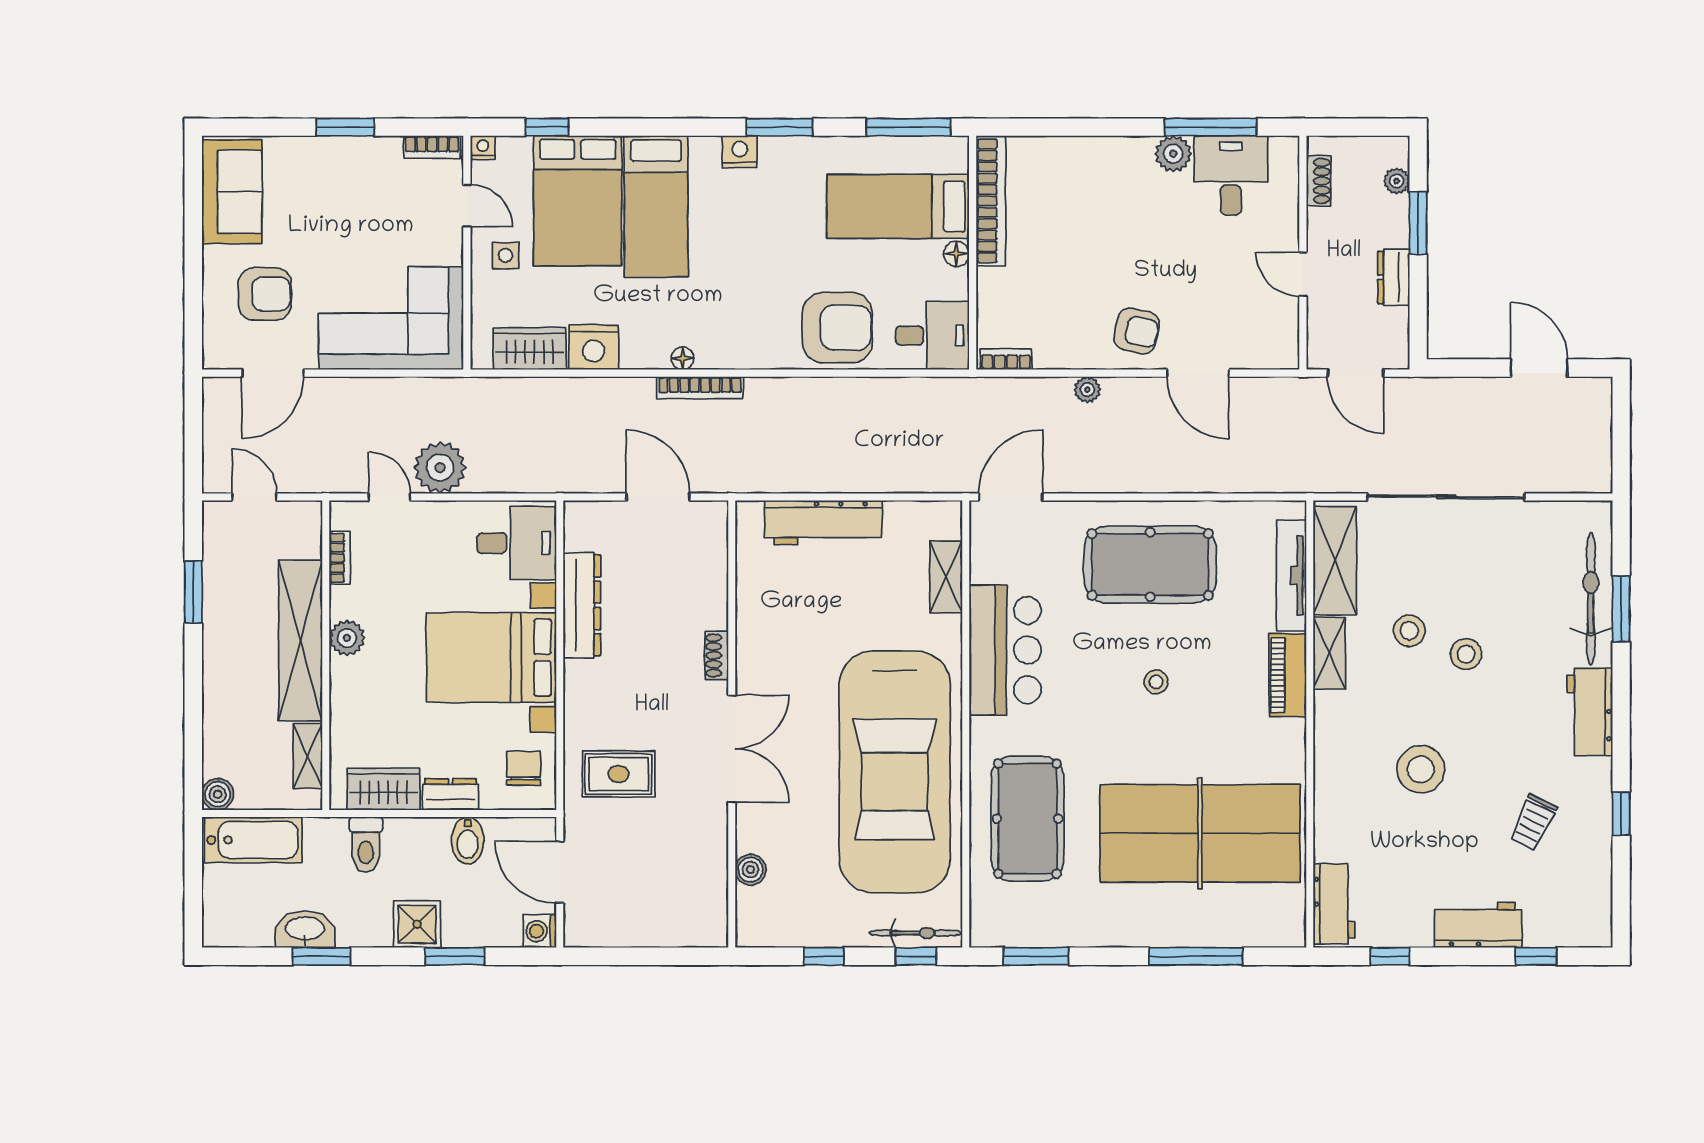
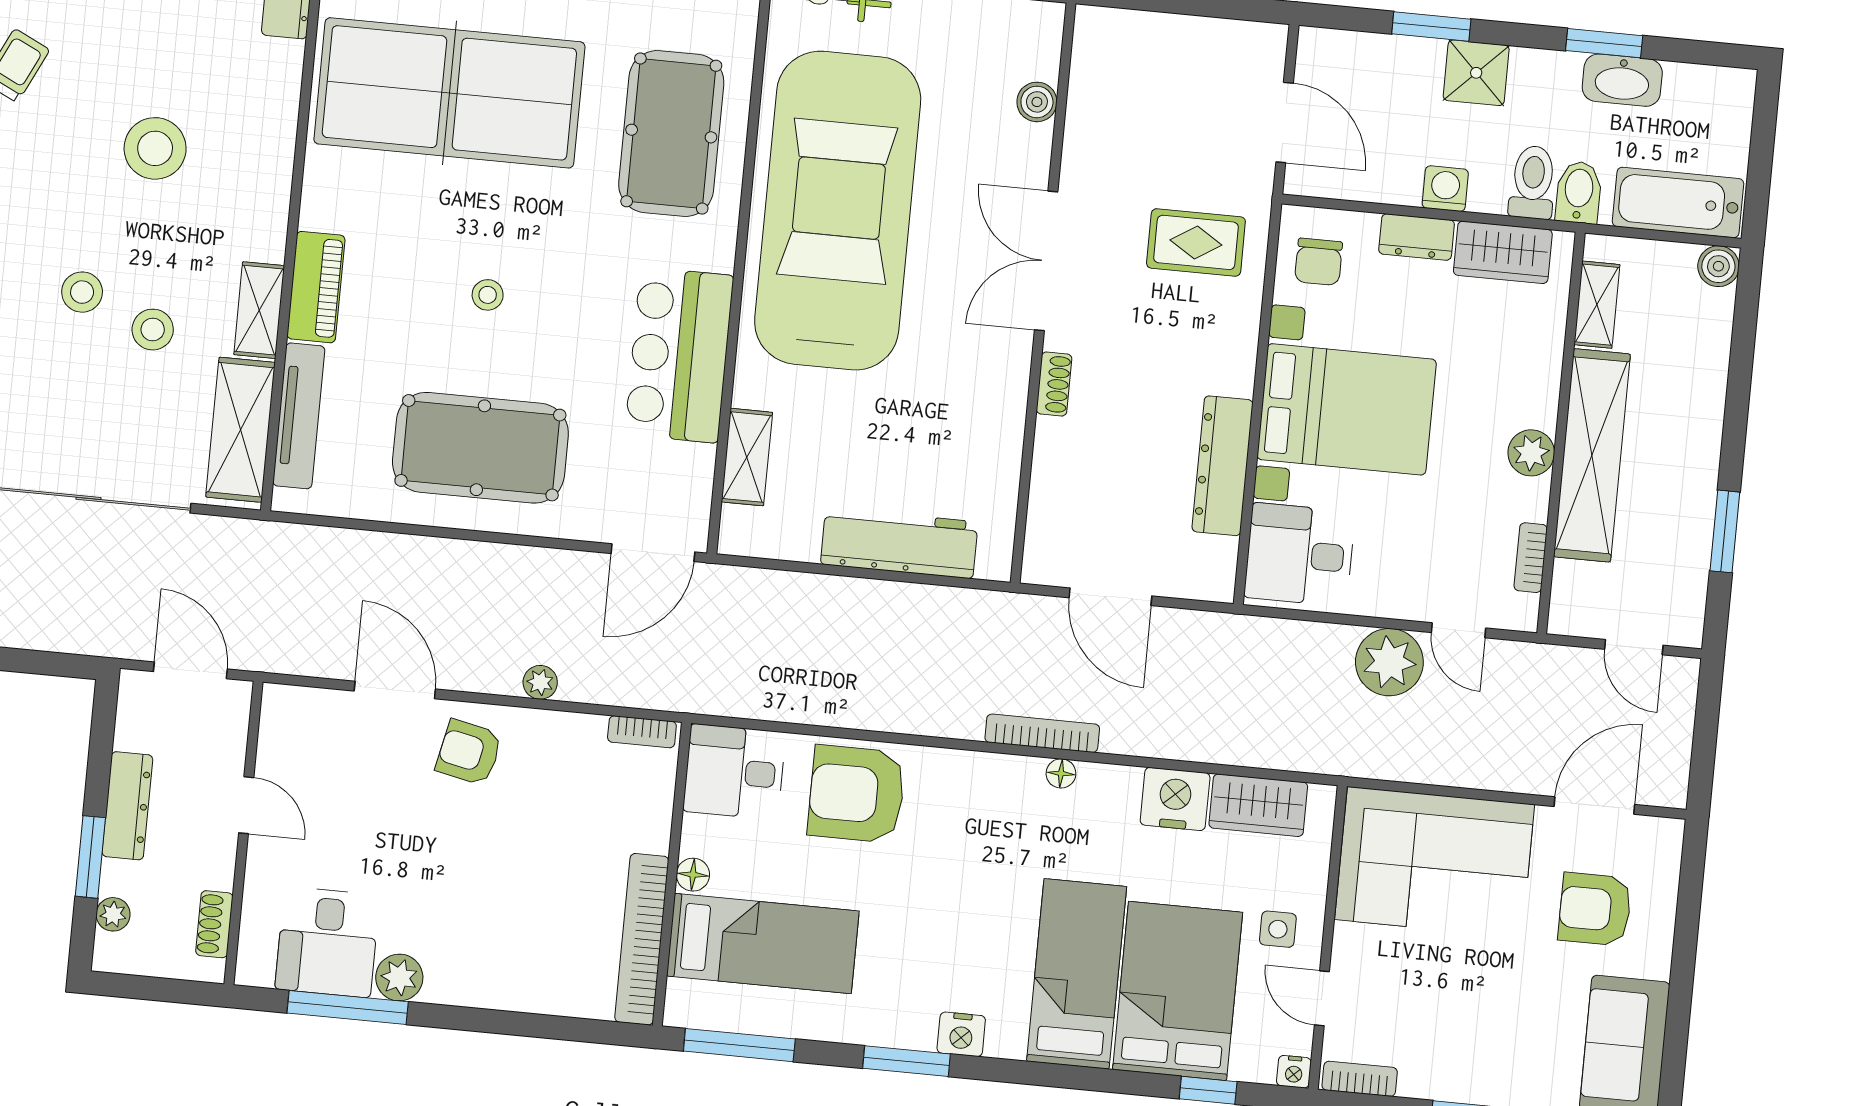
dresser: (1394, 277) -> (127, 806), width x1.44
bidet: (468, 840) -> (1579, 192), moved
washing machine: (540, 931) -> (1445, 189), moved, turned -90

